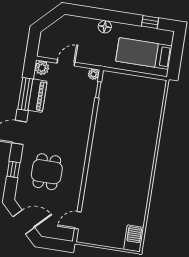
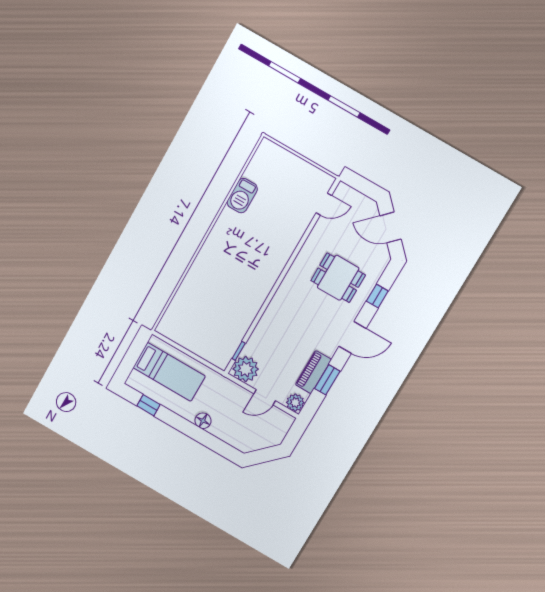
plant: (93, 74) -> (246, 369), width x1.88, depth x1.88
window: (25, 94) -> (327, 380), width x0.69
dining table: (47, 172) -> (338, 278), turned 90
barbecue: (134, 238) -> (242, 196), moved

